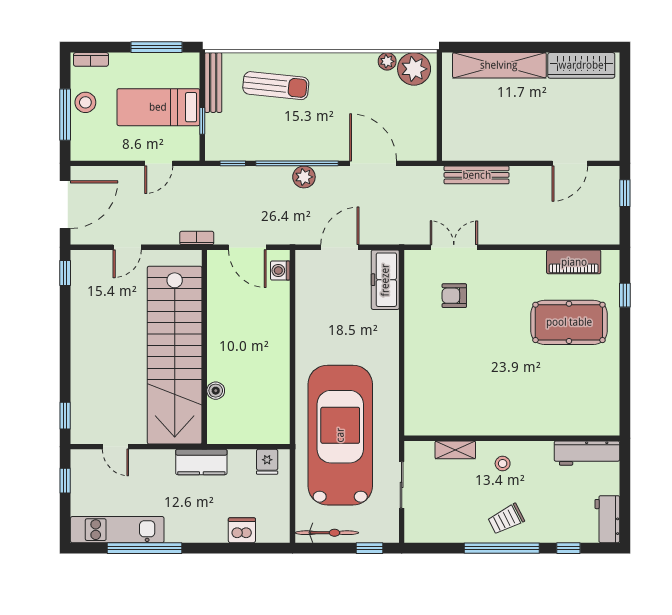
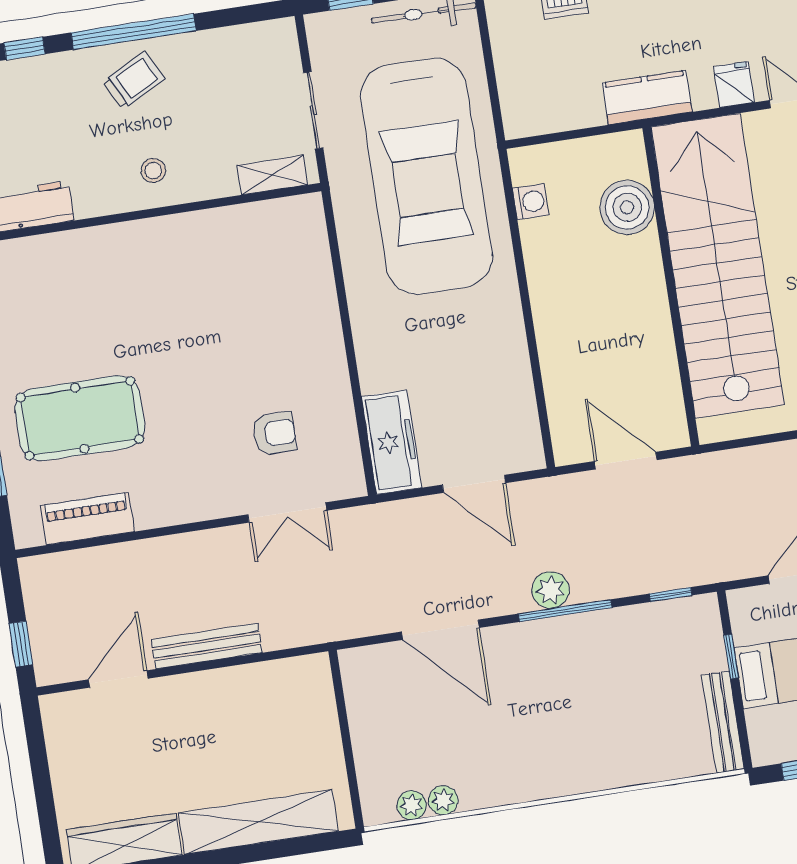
plant: (414, 69) -> (412, 805), width x0.53, depth x0.53
sun lounger: (276, 86) -> (619, 733), removed
window: (297, 163) -> (565, 611), width x0.68
bench: (477, 175) -> (207, 646), moved
bookcase: (197, 238) -> (711, 463), removed
door: (340, 247) -> (474, 484), hinge flipped
washing machine: (280, 271) -> (531, 202), moved
boiler: (216, 391) -> (627, 207), width x1.86, depth x1.86
shelving: (455, 450) -> (272, 175), moved
fridge: (267, 462) -> (734, 85), moved

